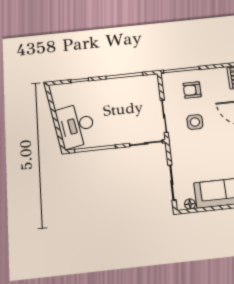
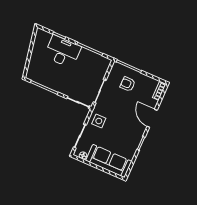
side table: (195, 122) -> (99, 121), moved
desk: (76, 125) -> (63, 52), moved, turned 101

